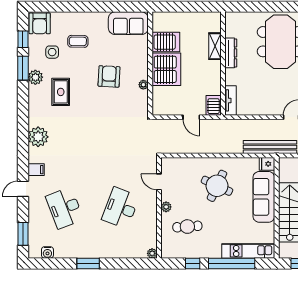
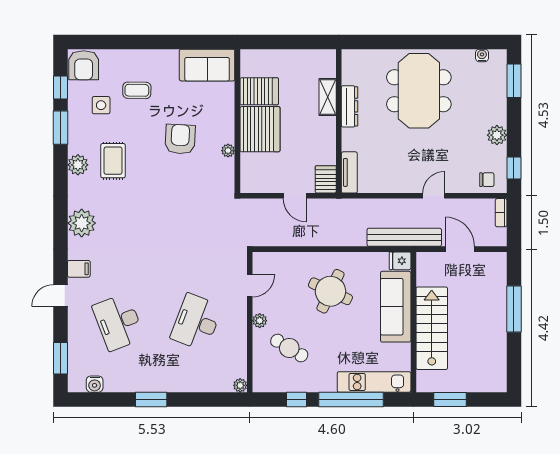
plant: (35, 77) -> (78, 165), moved
door: (159, 182) -> (250, 286), swing flipped
cafe table: (187, 227) -> (289, 348), turned 35

